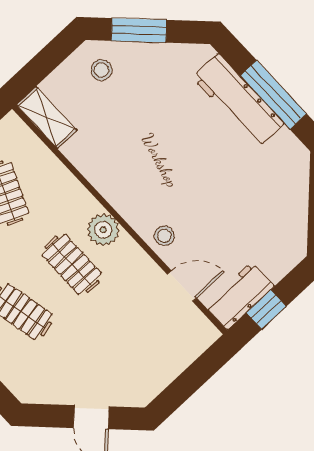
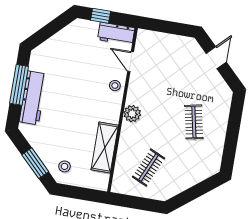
shelving: (47, 117) -> (105, 147), moved, width x1.50, depth x1.33
clothes rail: (72, 264) -> (157, 116), removed
window: (266, 310) -> (101, 16), moved

